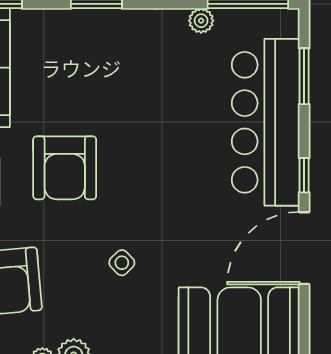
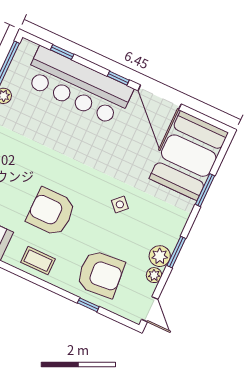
window: (304, 76) -> (62, 52), width x0.67
armchair: (65, 168) -> (51, 212), turned 180

